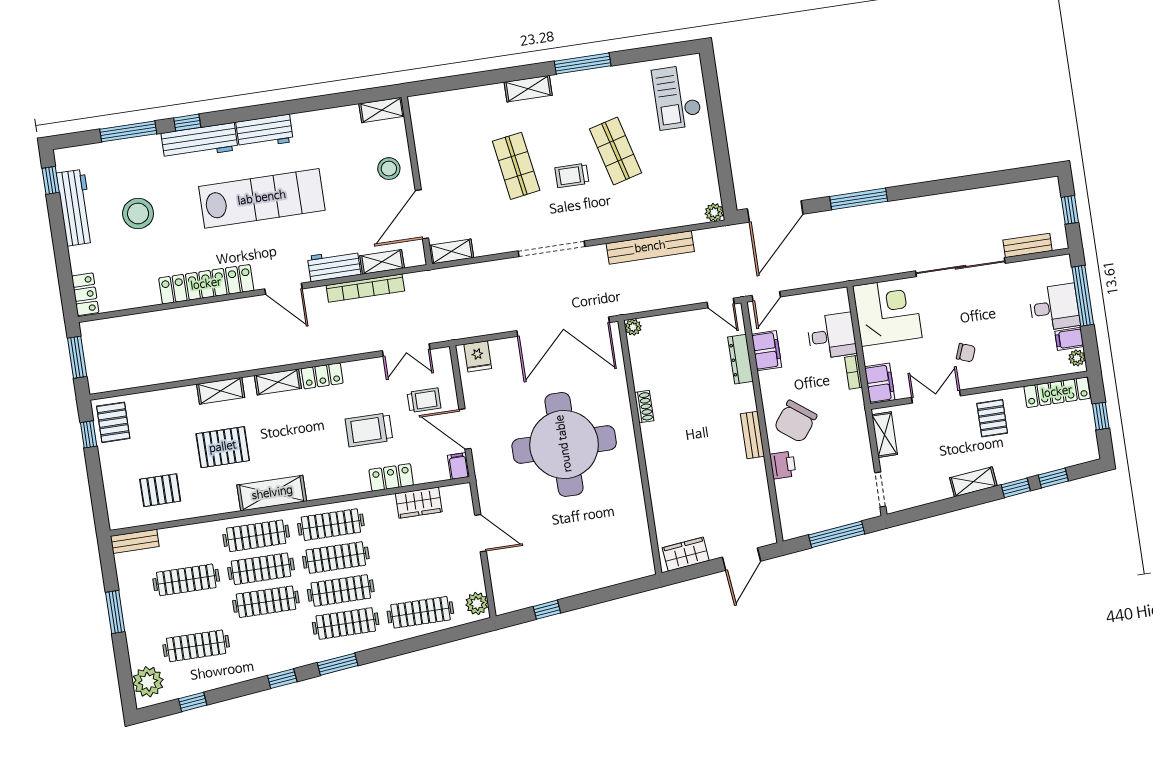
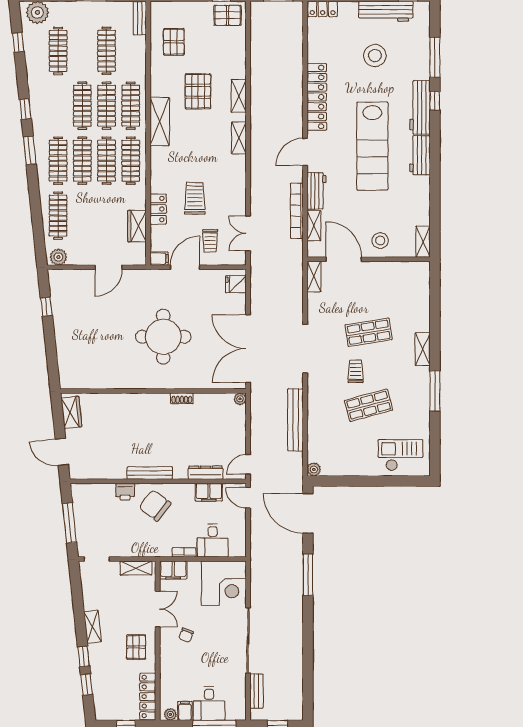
locker: (322, 376) -> (239, 170), removed
pallet: (992, 418) -> (136, 647), turned 90
bench: (752, 435) -> (150, 473), width x1.36
round table: (564, 444) -> (163, 337), width x0.73, depth x0.73

